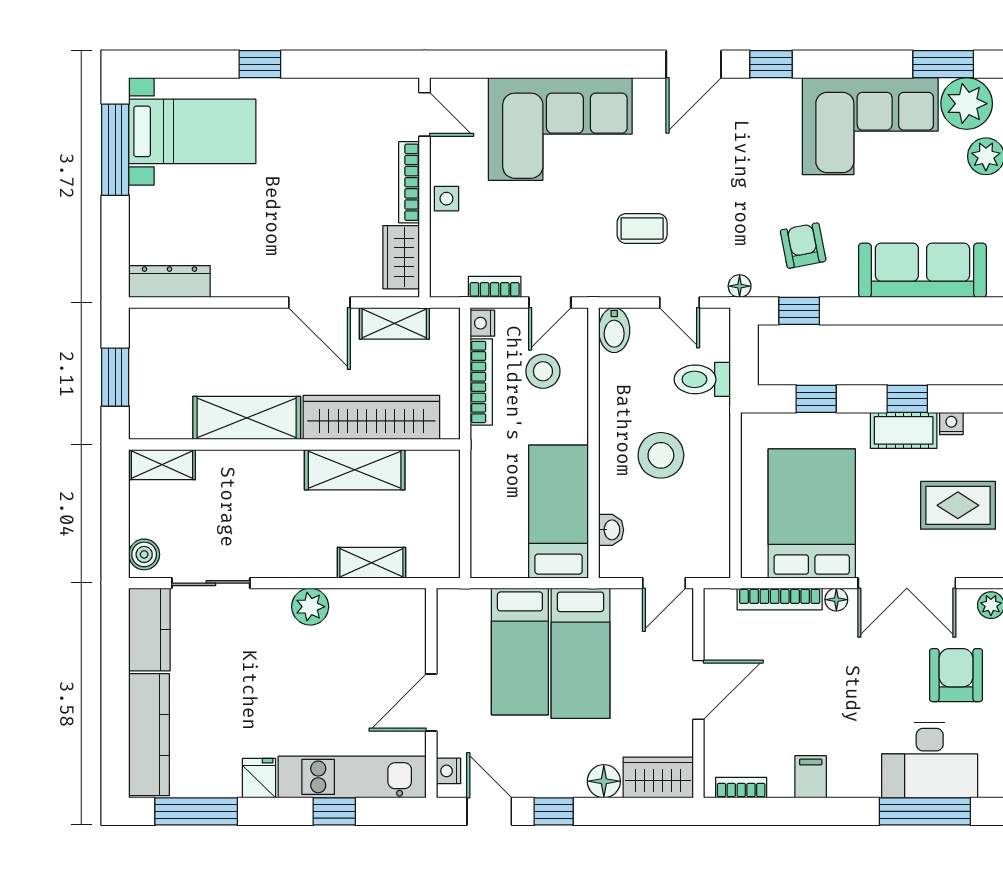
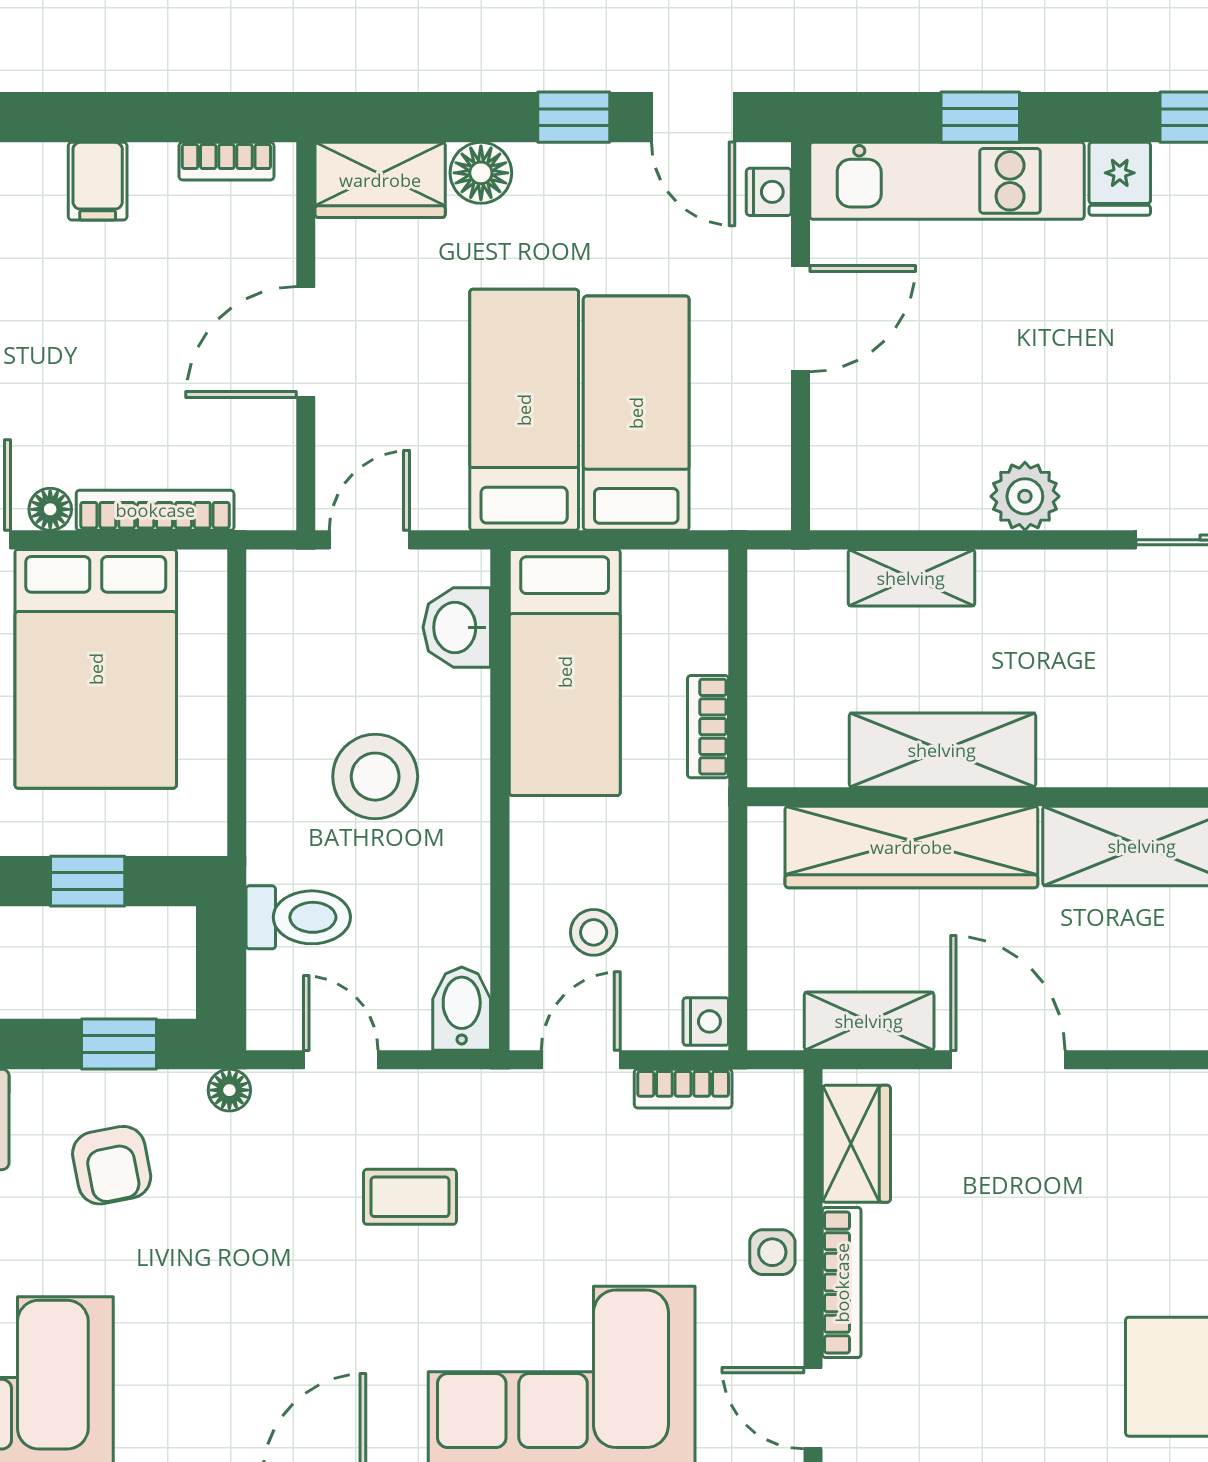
stool: (543, 371) -> (594, 932), width x0.73, depth x0.73
bookcase: (481, 382) -> (708, 727), moved, width x0.64
washbasin: (611, 530) -> (457, 627), width x1.38, depth x1.45

